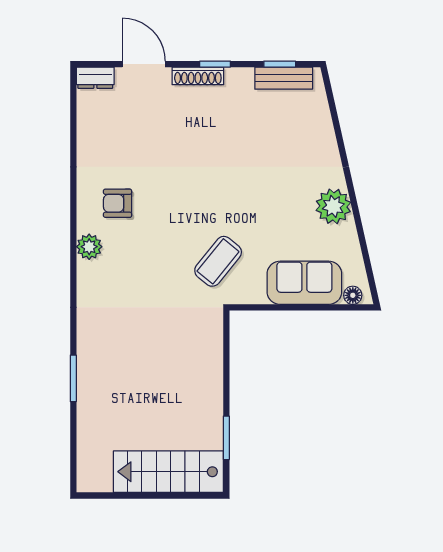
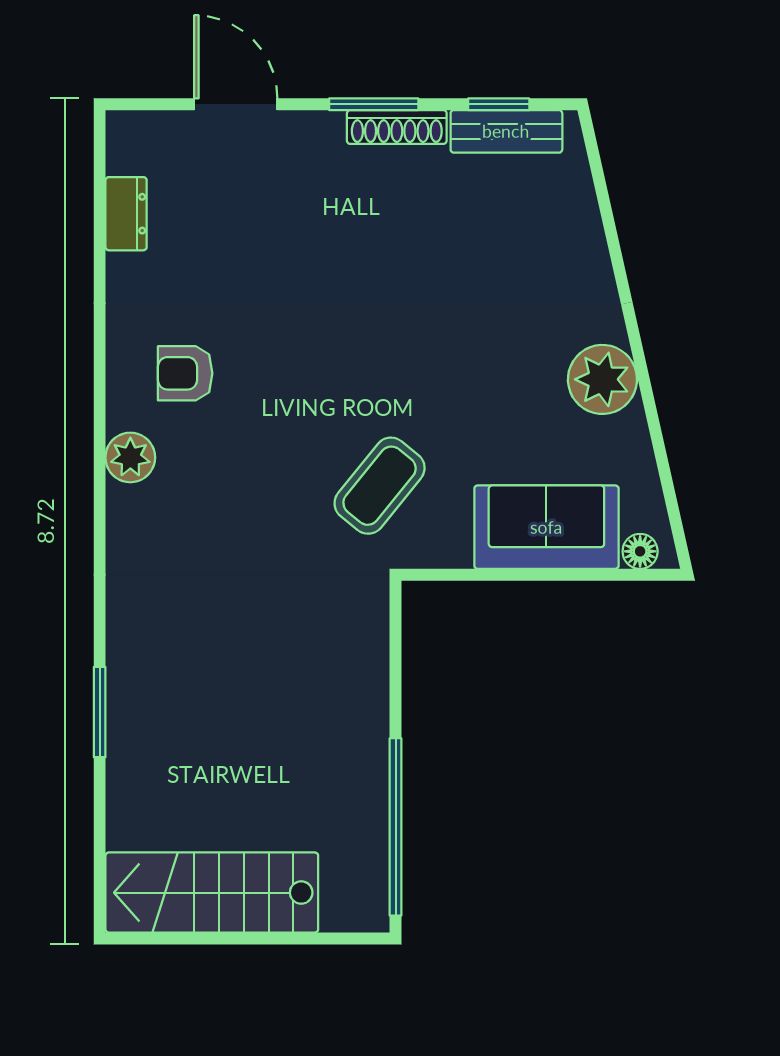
window: (215, 64) -> (374, 104), width x1.50
shoe rack: (198, 76) -> (397, 127), moved
dresser: (95, 78) -> (126, 214), moved, turned -90
window: (226, 438) -> (396, 827), width x2.11
stairs: (168, 472) -> (212, 893), moved

